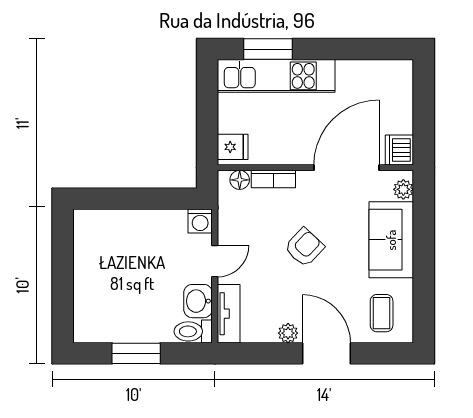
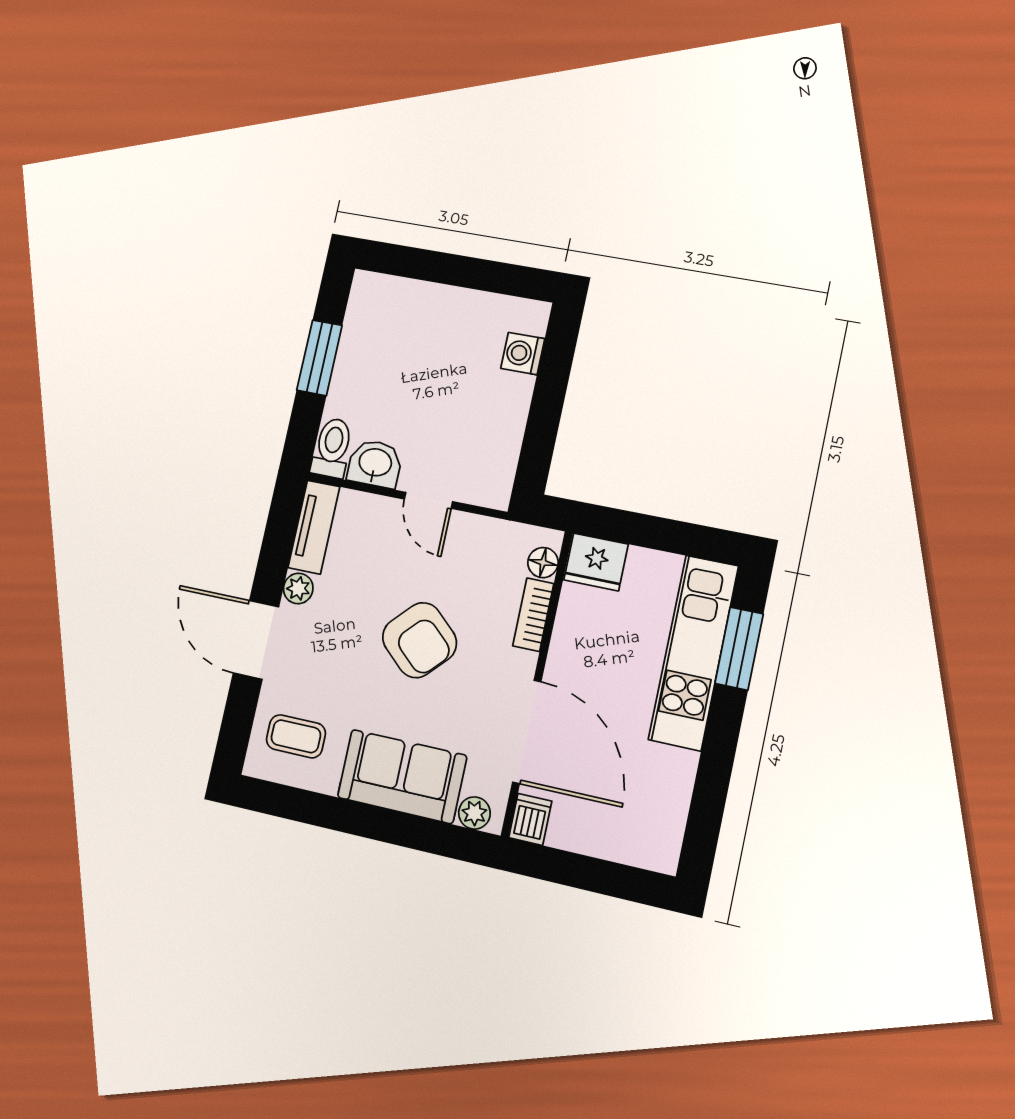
fridge: (233, 147) -> (596, 562), width x1.38
dishwasher: (399, 150) -> (530, 819), width x0.73
washing machine: (200, 221) -> (523, 354), moved
armchair: (304, 247) -> (419, 640), width x1.38, depth x1.38
tv unit: (229, 314) -> (314, 527), moved, turned -90
door: (326, 353) -> (256, 640), swing flipped

